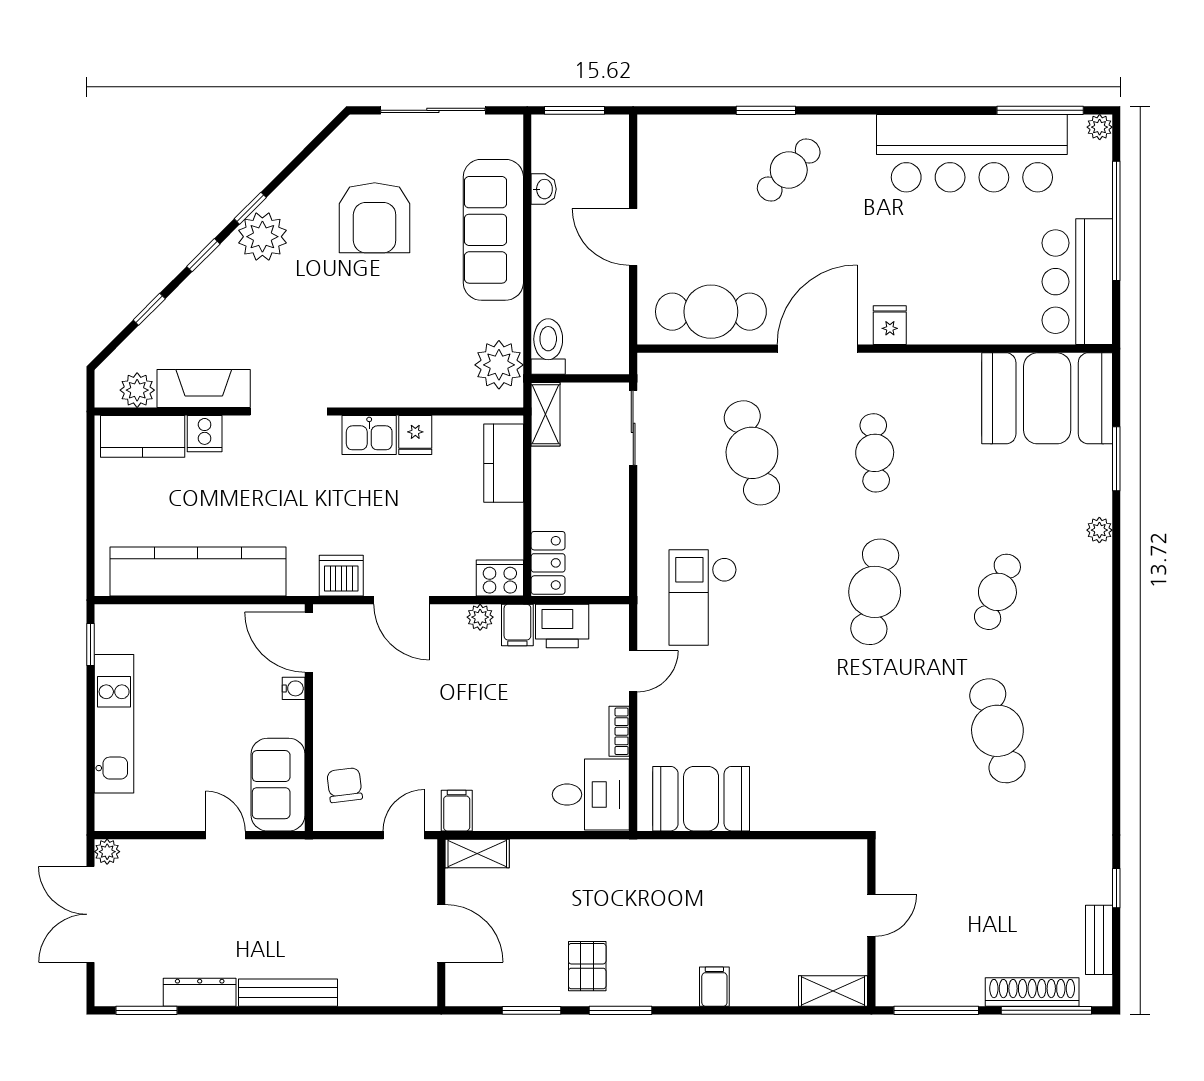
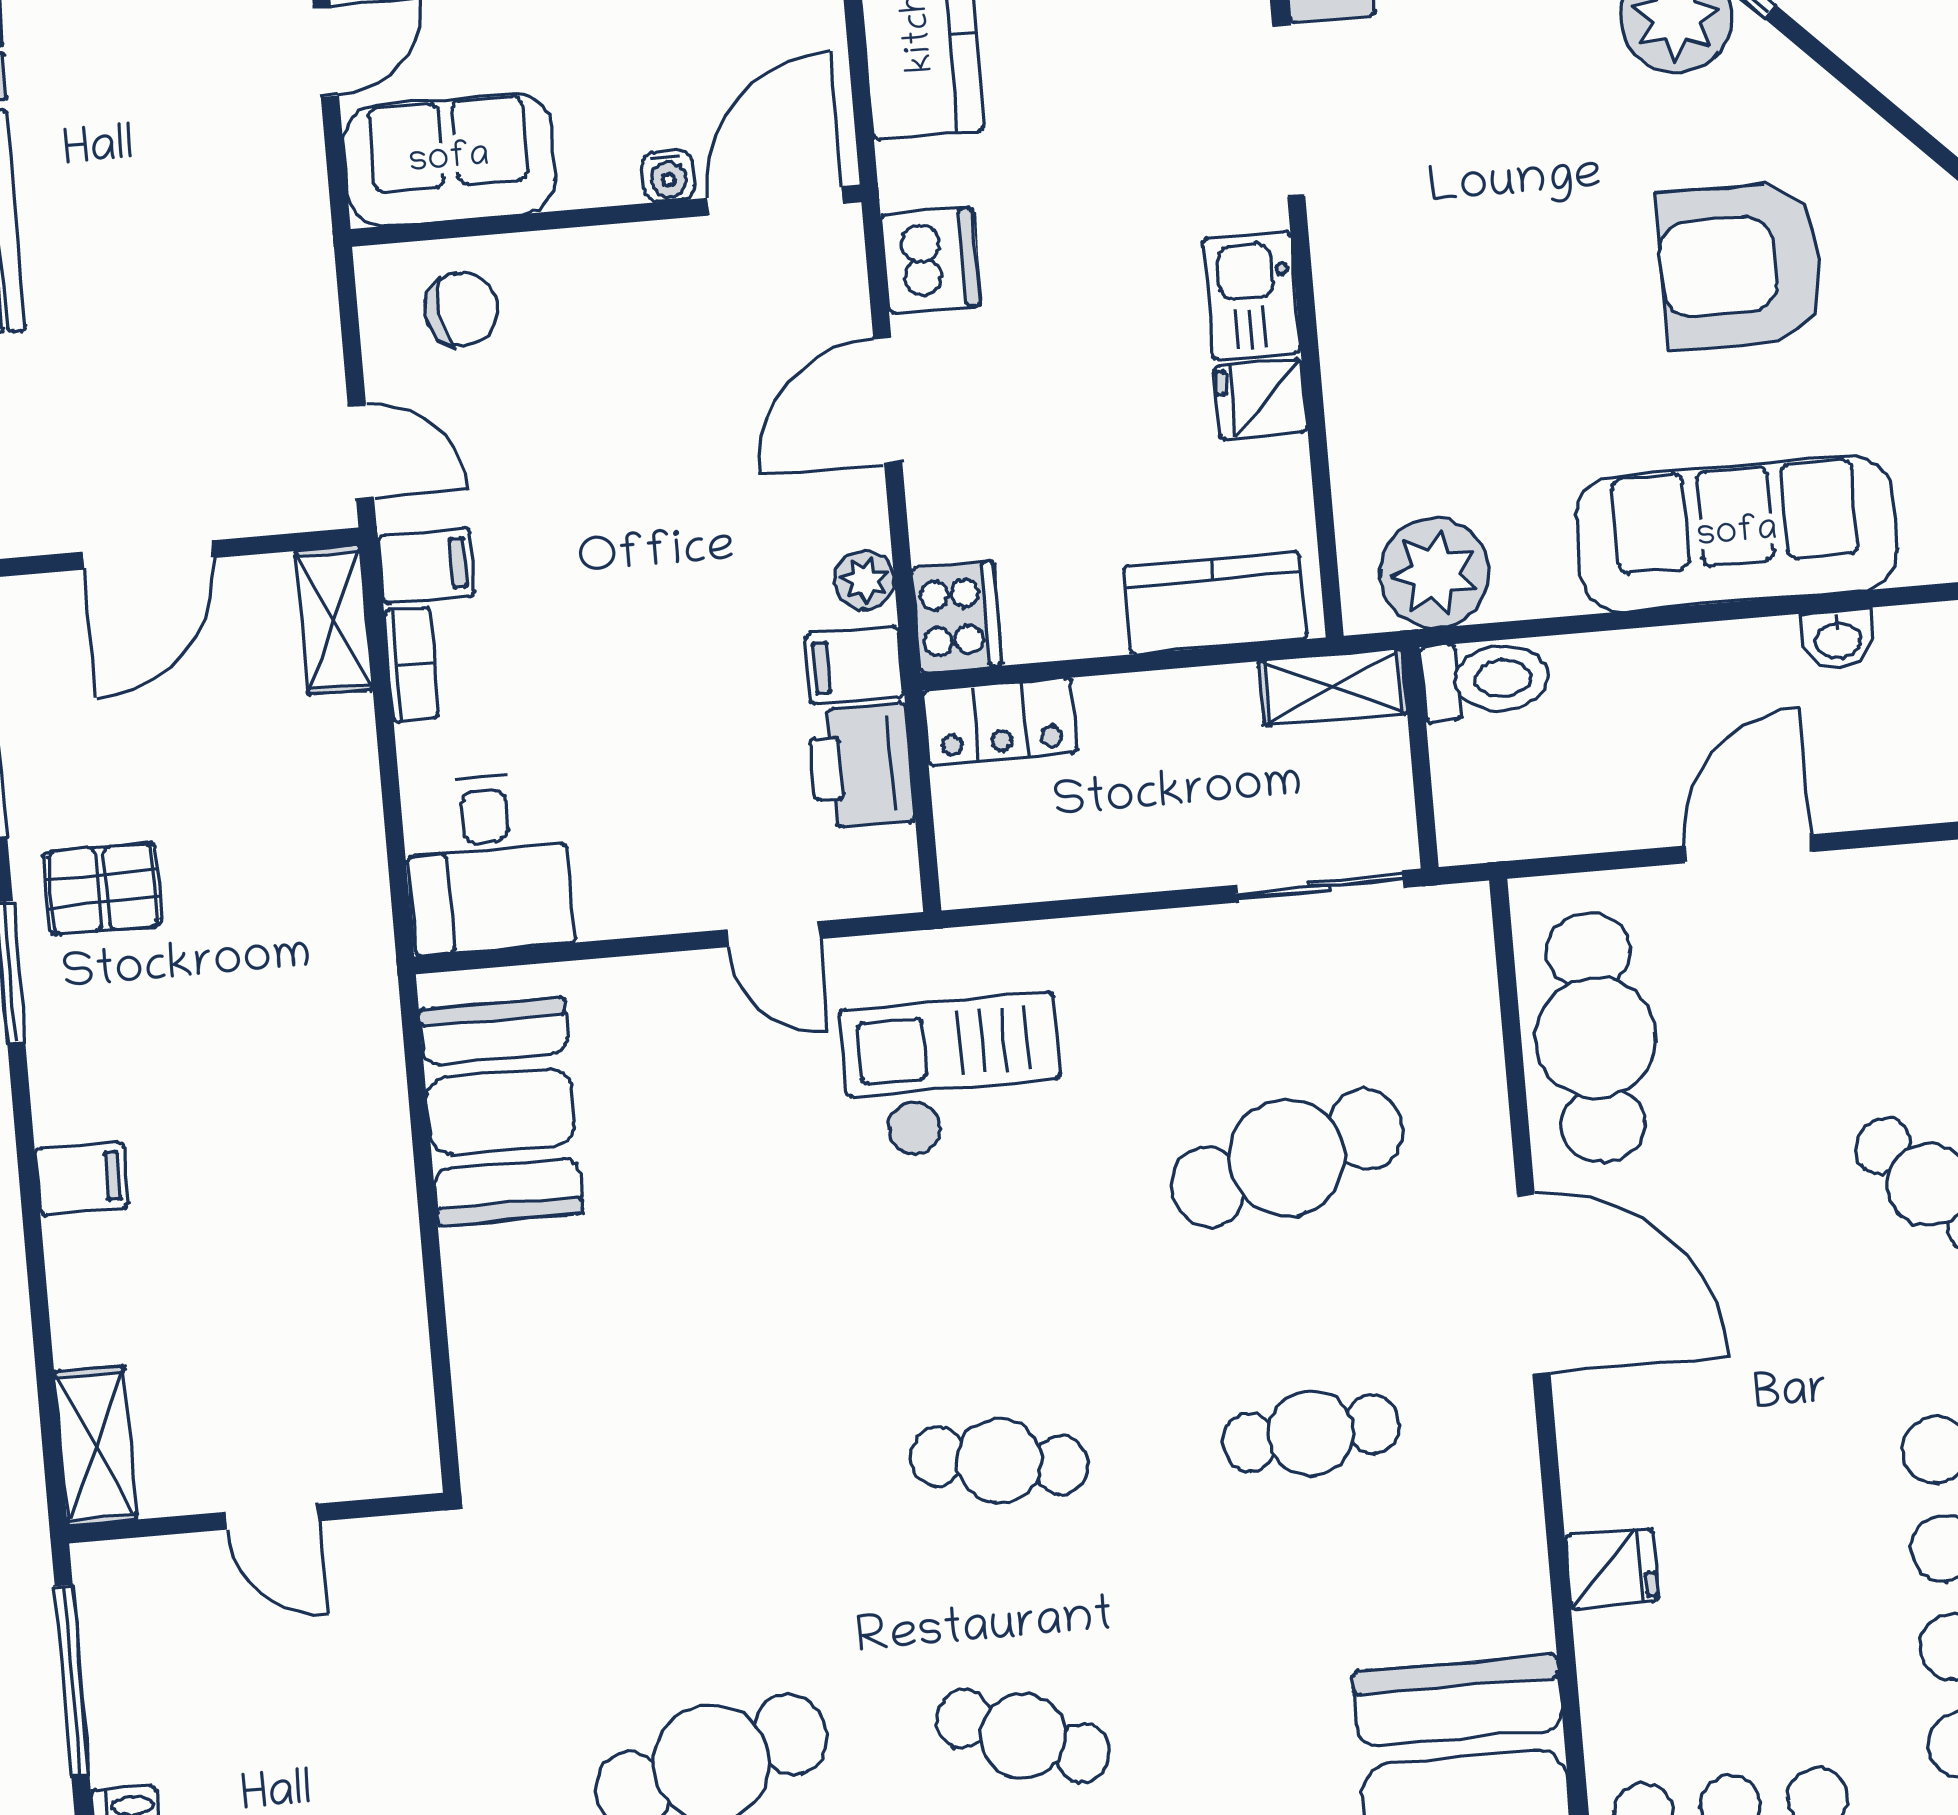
fridge: (890, 325) -> (1612, 1568), moved
cafe table: (875, 592) -> (999, 1461), width x0.73, depth x0.74
bookcase: (619, 731) -> (411, 664), moved, turned 90

